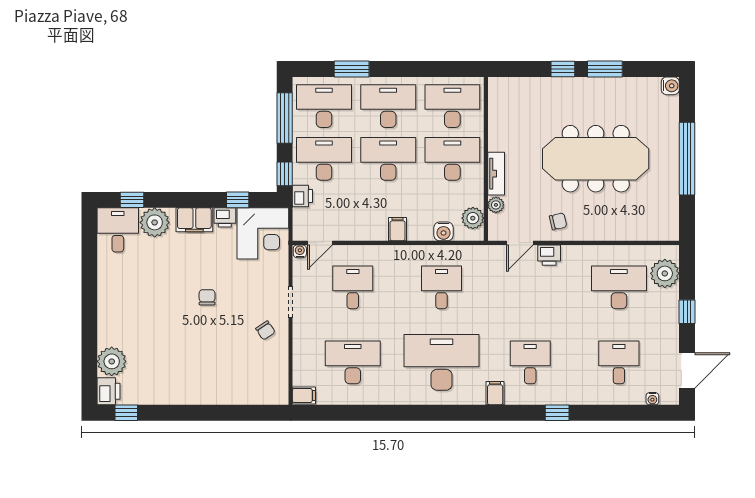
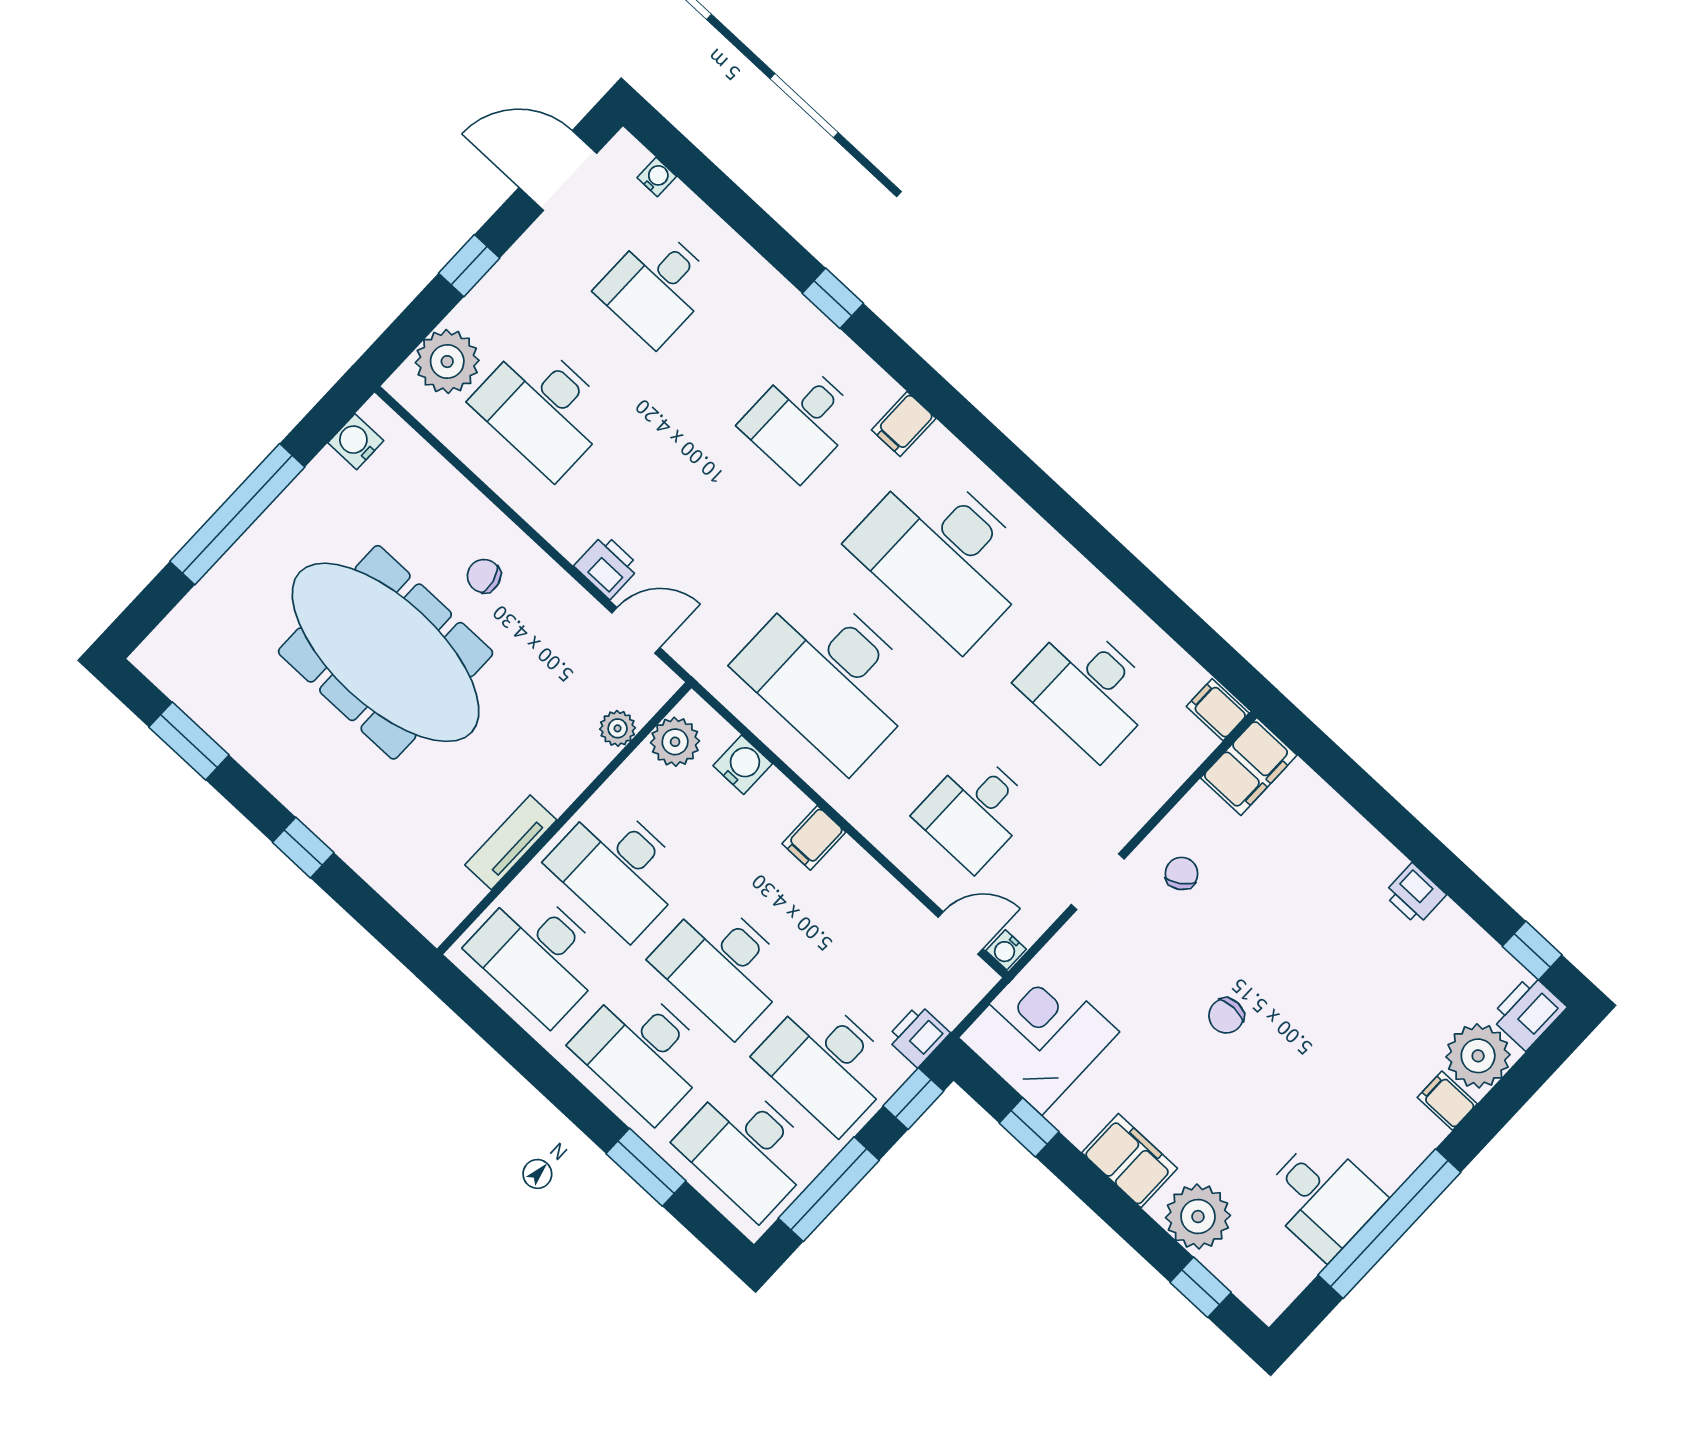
window: (605, 69) -> (189, 741), moved
water cooler: (670, 86) -> (356, 442), moved
tv unit: (496, 174) -> (511, 842), moved
printer: (225, 217) -> (1415, 894), moved, turned 180
chair: (558, 221) -> (484, 576), moved
desk: (118, 230) -> (1322, 1198), moved, turned -90
window: (89, 279) -> (1389, 1224), added
desk: (441, 287) -> (831, 677), width x1.87, depth x1.30
filing cabinet: (108, 337) -> (1447, 1101), added
filing cabinet: (276, 386) -> (1249, 767), added

